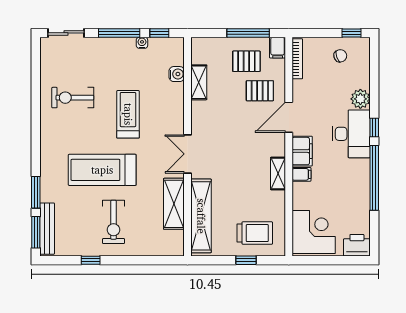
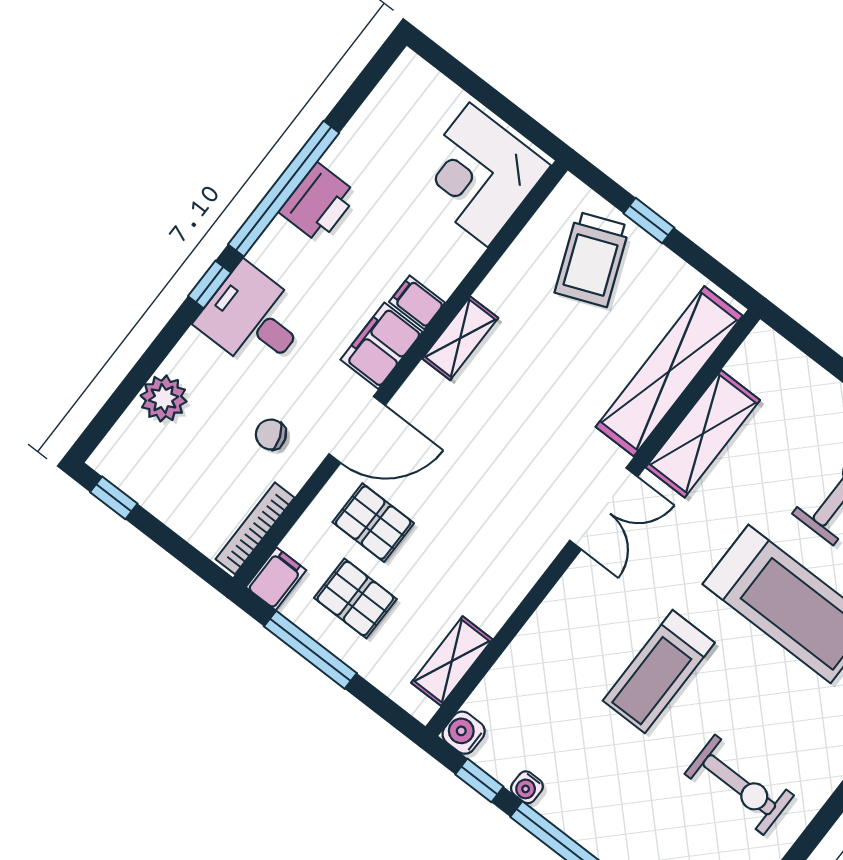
chair: (340, 56) -> (271, 435), moved
water cooler: (177, 74) -> (464, 733), moved
shelving: (199, 82) -> (452, 661), moved
plant: (360, 99) -> (164, 398), moved
desk: (351, 134) -> (253, 319), width x0.73
trolley: (255, 233) -> (592, 259), turned -112
printer: (357, 245) -> (318, 203), moved, turned -90

